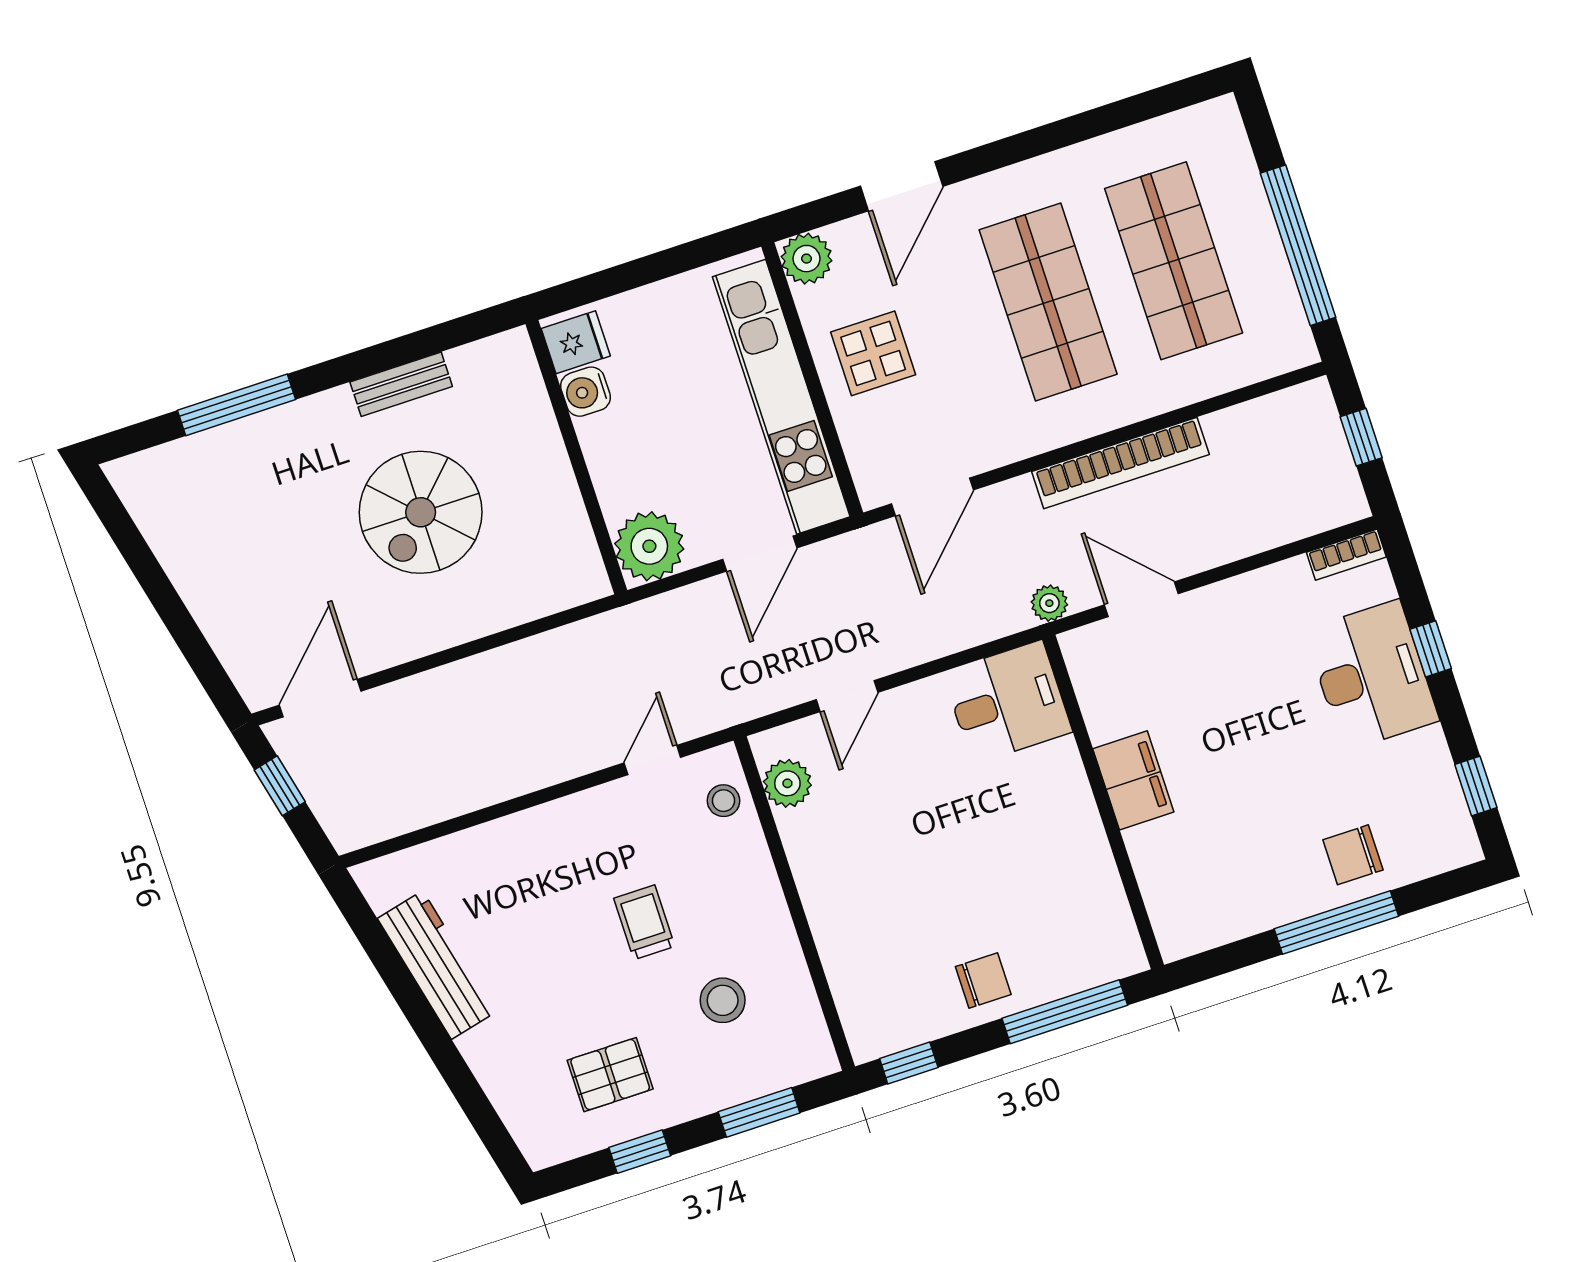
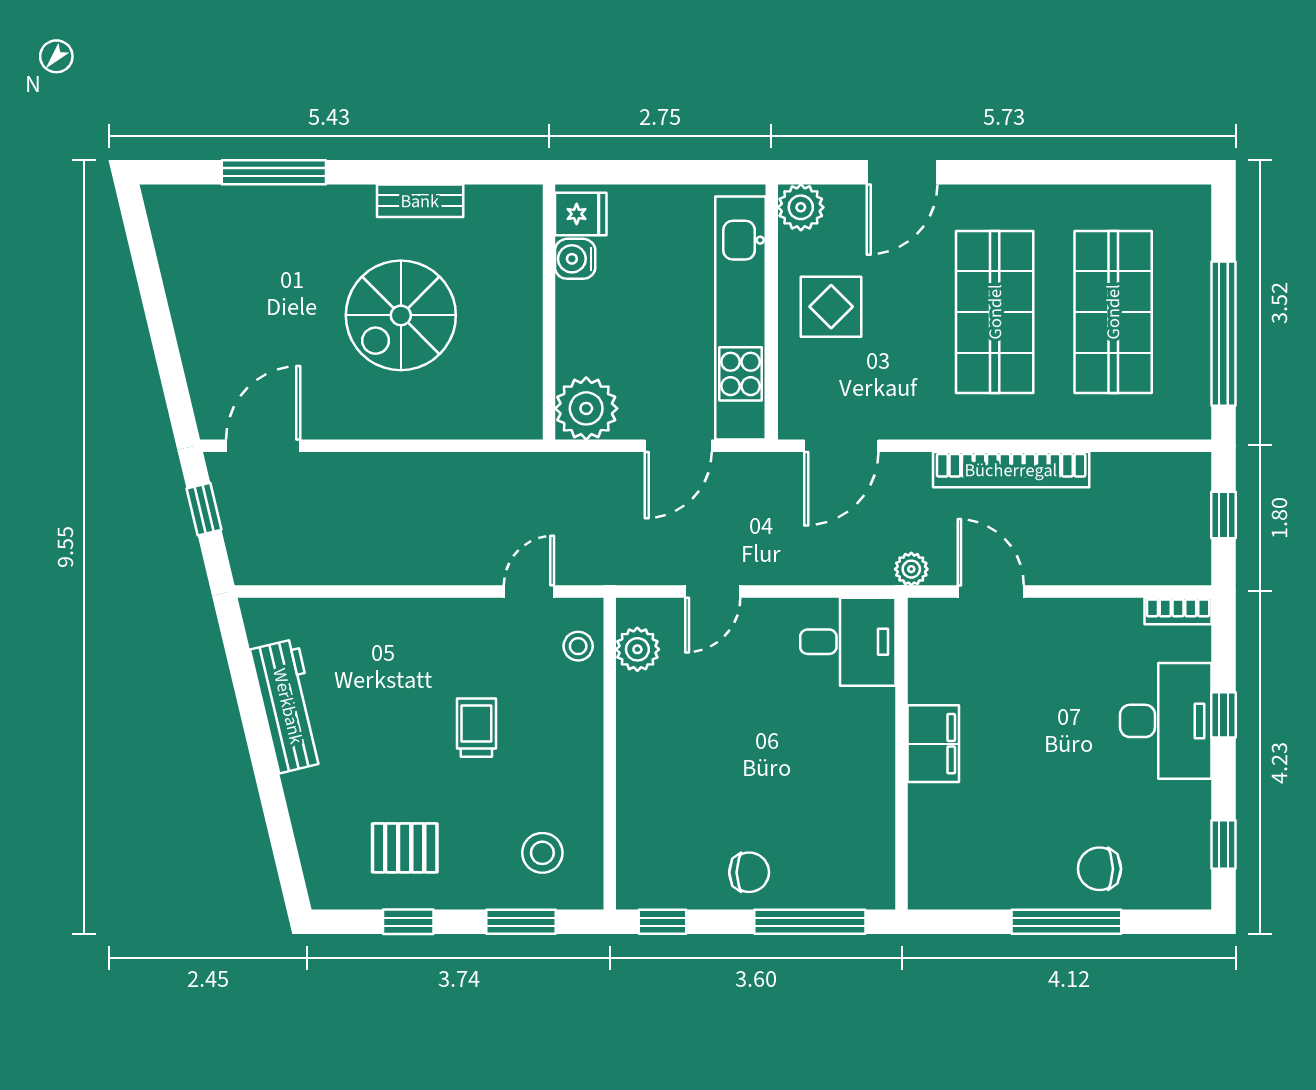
stool: (723, 1000) -> (542, 853), moved

